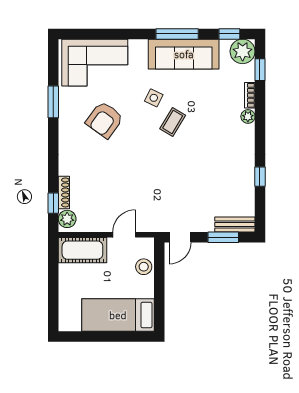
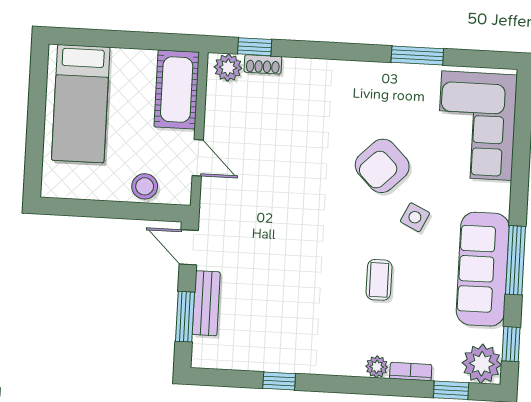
armchair: (104, 120) -> (382, 166), moved, turned -81
coffee table: (173, 122) -> (379, 280), moved, turned 59
shoe rack: (64, 192) -> (263, 64), width x0.70
bench: (235, 225) -> (206, 303), moved
bed: (118, 315) -> (81, 104), moved, turned 180

